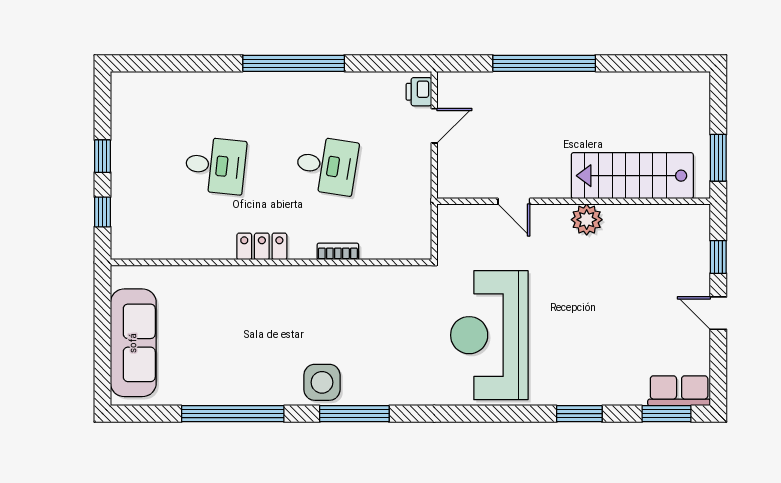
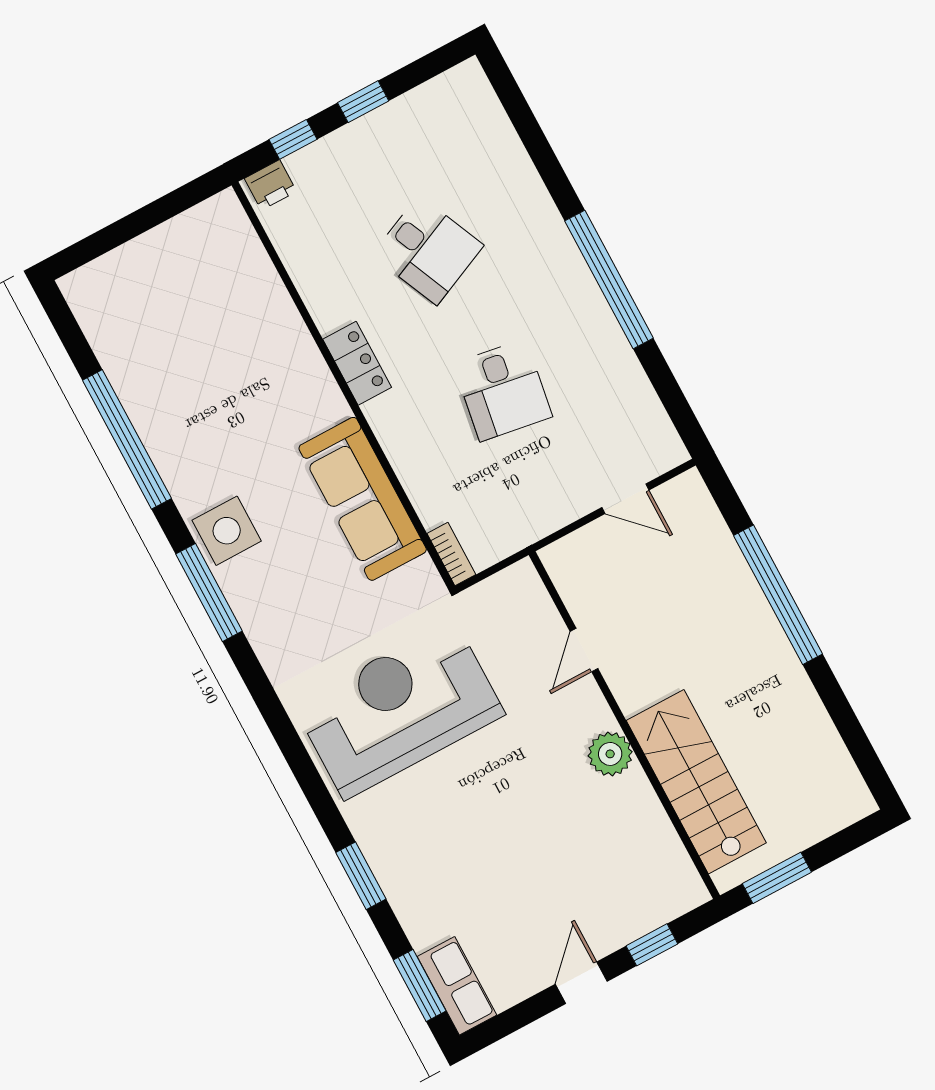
printer: (419, 92) -> (270, 185), moved, turned 180
desk: (215, 165) -> (428, 250), turned -30
bookcase: (338, 251) -> (451, 554), moved
sofa: (133, 343) -> (363, 499), moved, turned 90

